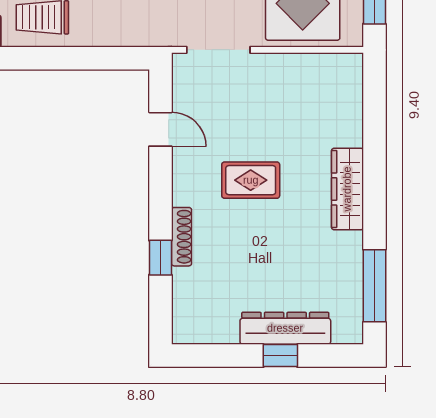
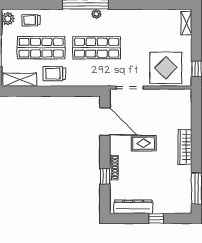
door: (160, 129) -> (105, 122), width x1.88
dresser: (285, 328) -> (133, 207), moved

